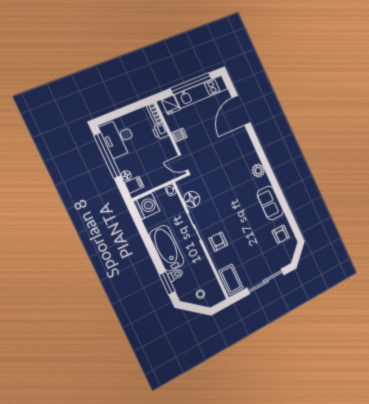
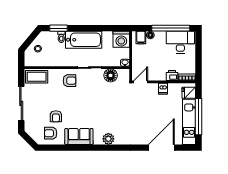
door: (241, 110) -> (161, 148), hinge flipped
armchair: (261, 237) -> (56, 116), added

